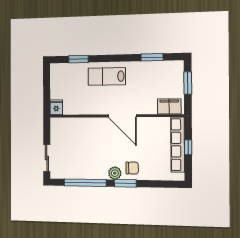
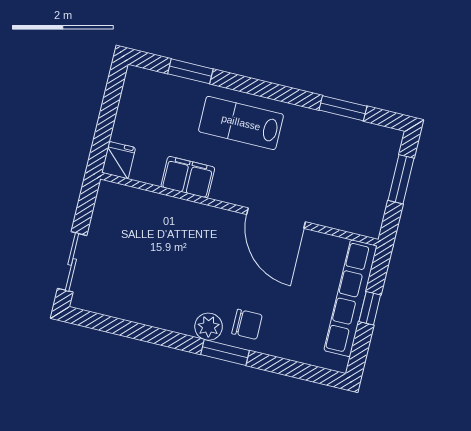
filing cabinet: (169, 106) -> (188, 177), moved
door: (122, 116) -> (276, 218), moved
window: (85, 183) -> (142, 332), removed

